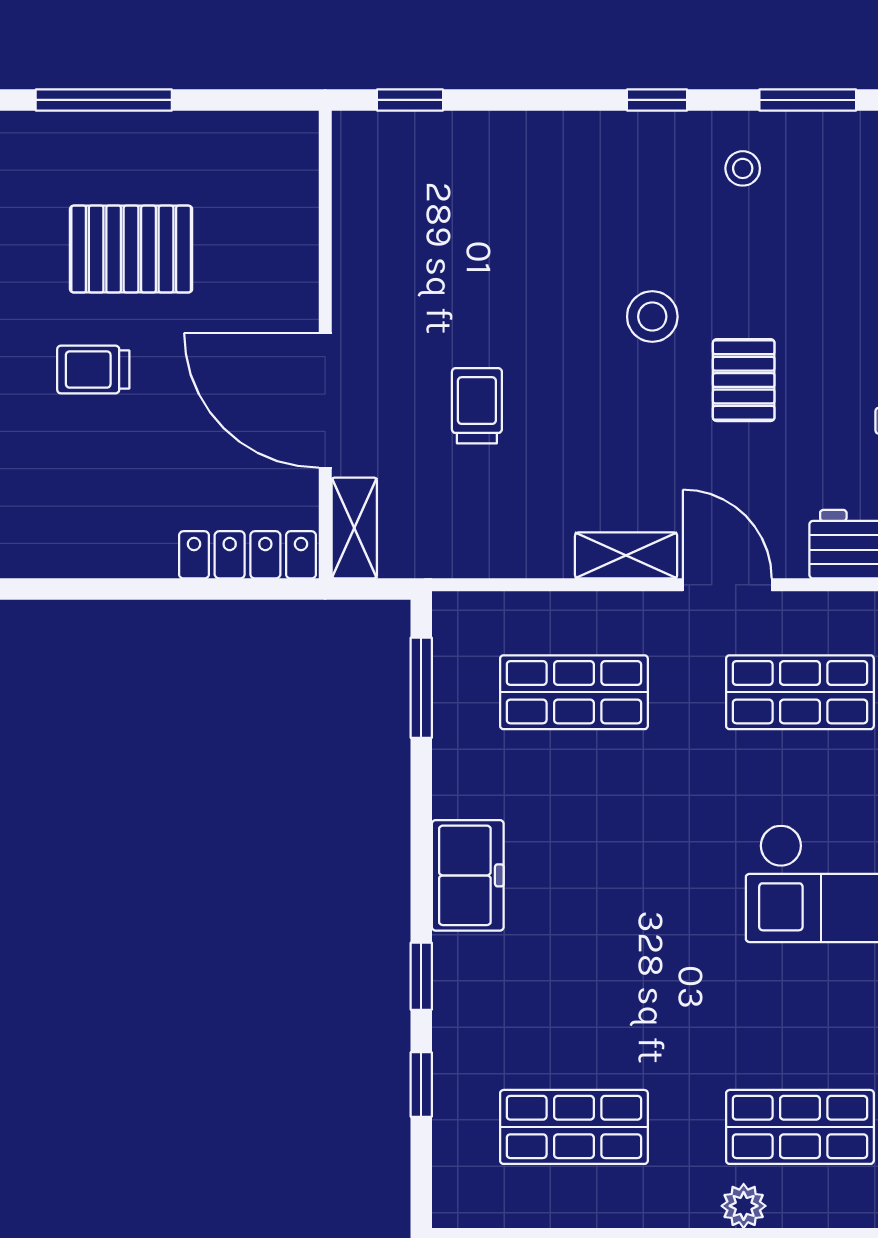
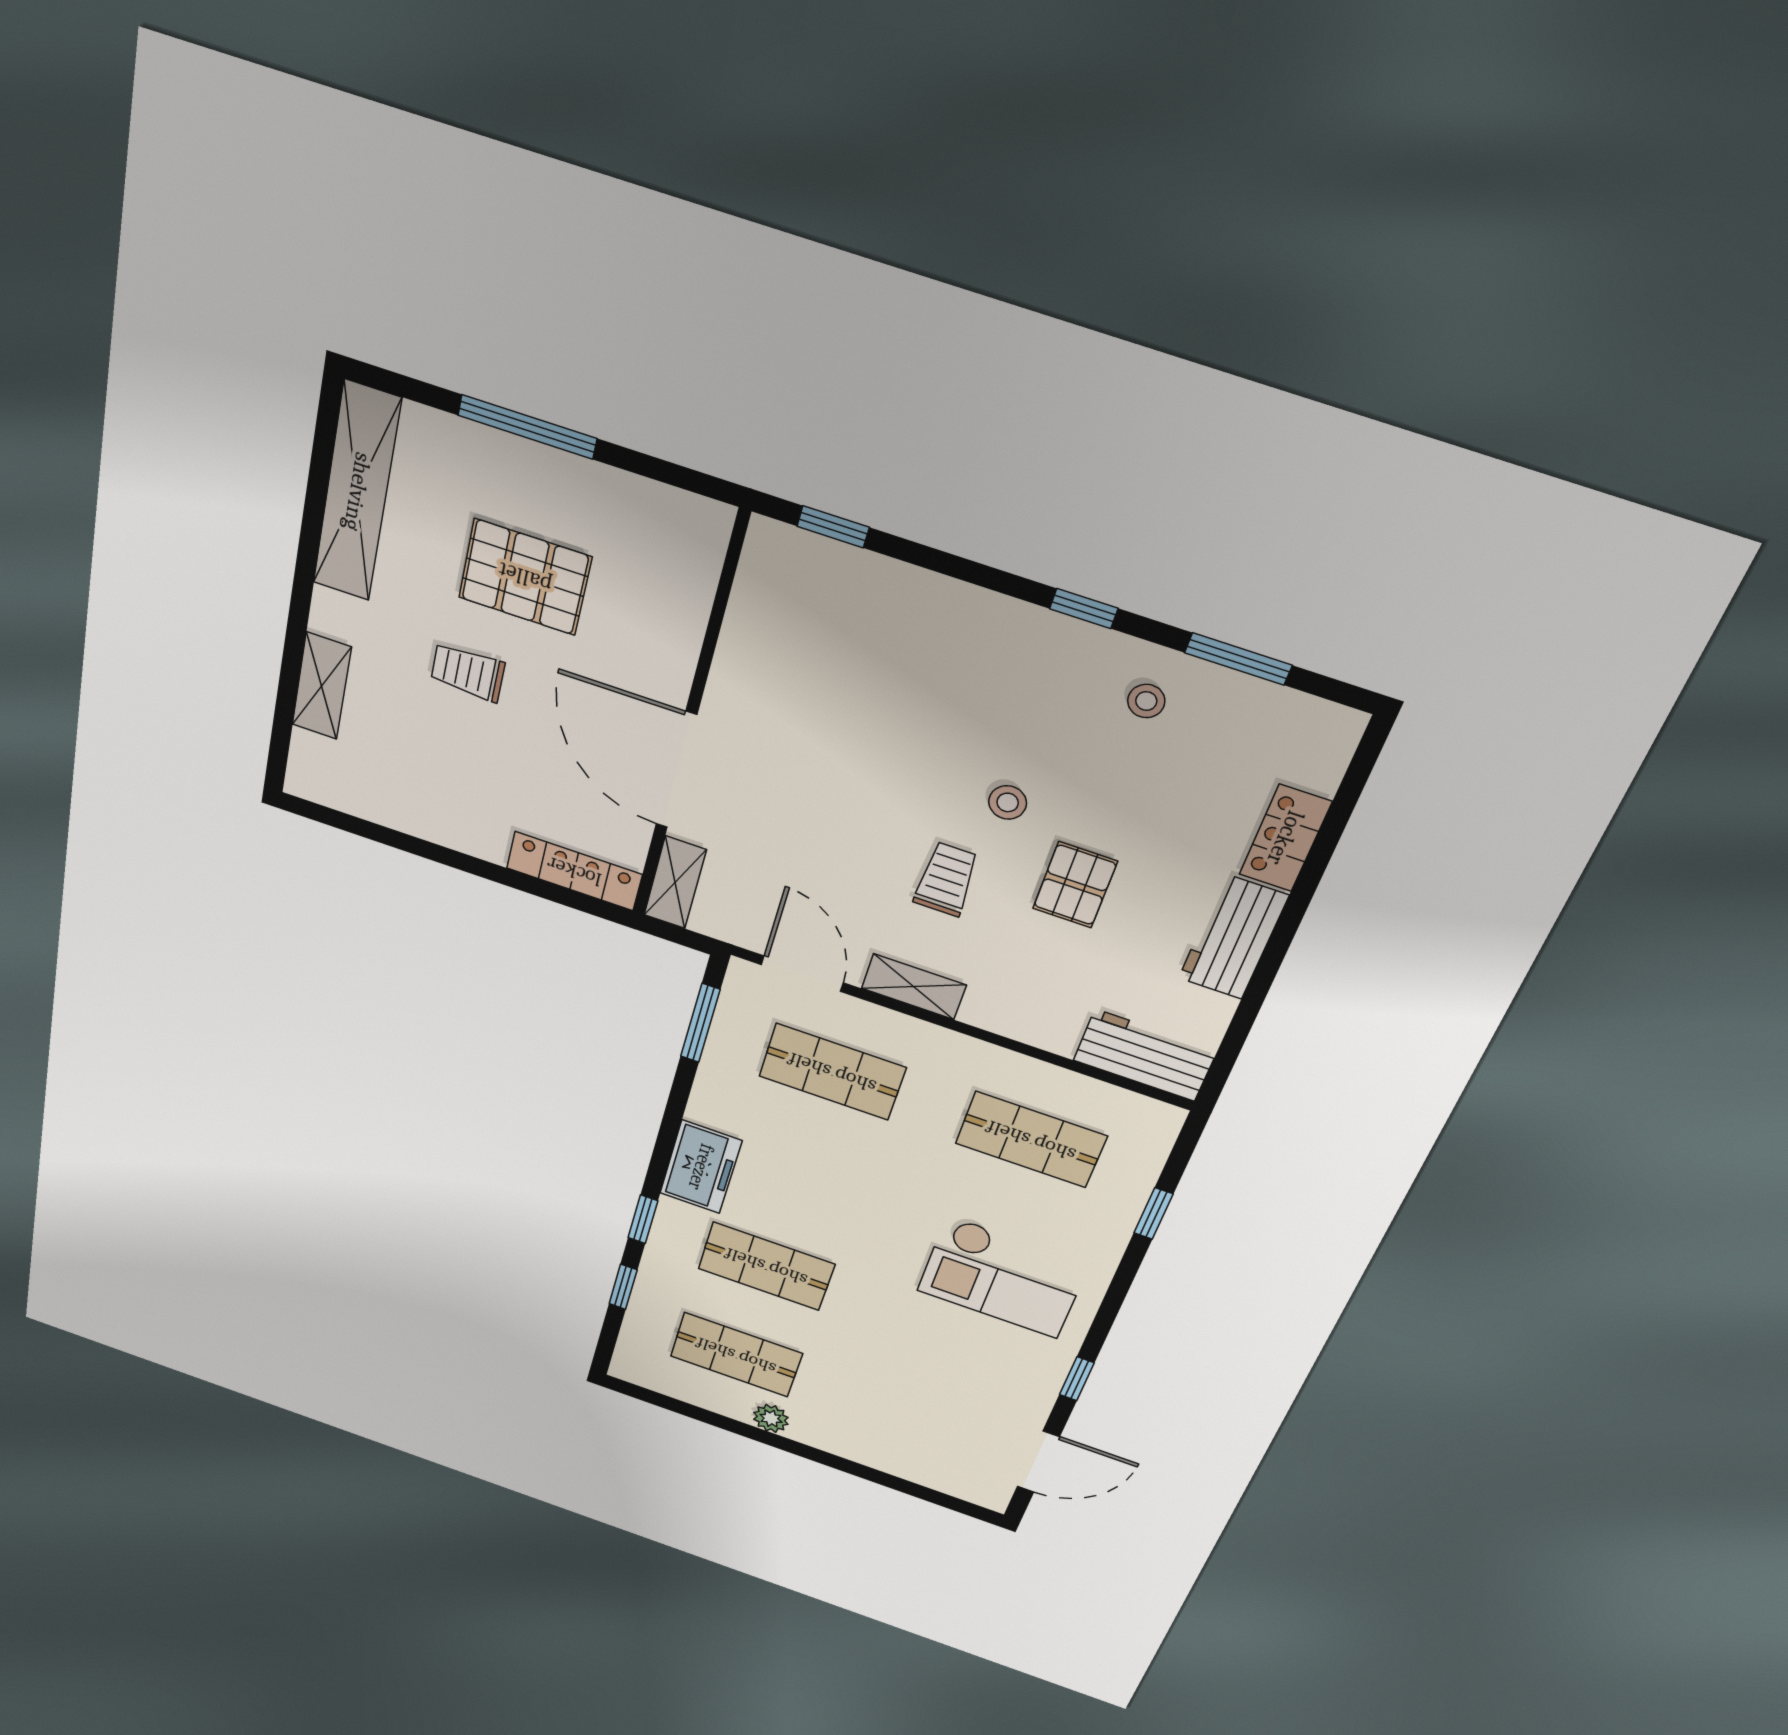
stool: (652, 317) -> (1008, 802), width x0.73, depth x0.73
trolley: (477, 406) -> (946, 879), moved
door: (727, 585) -> (802, 974), moved
shop shelf: (800, 1127) -> (766, 1266), moved
plant: (744, 1206) -> (771, 1418), moved

